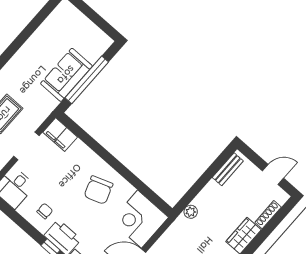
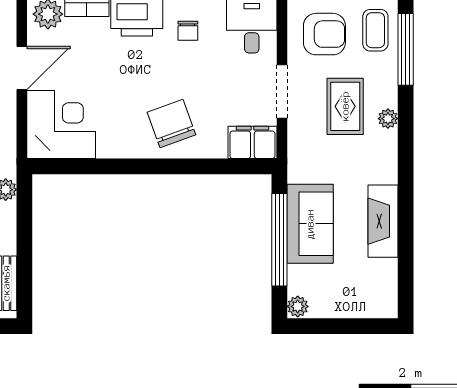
plant: (105, 42) -> (298, 306), added
fireplace: (32, 47) -> (383, 221), added
chair: (98, 190) -> (171, 123), moved

